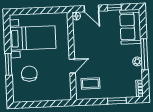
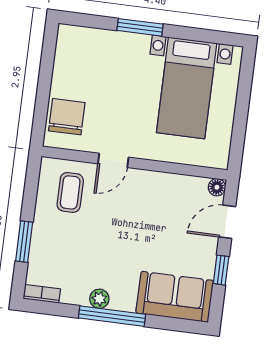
door: (72, 66) -> (113, 160), hinge flipped
chair: (29, 74) -> (67, 117), moved, turned -93

